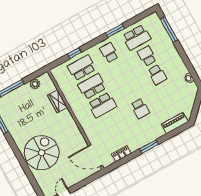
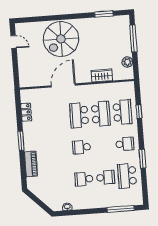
school desk: (140, 108) -> (82, 147), moved
piano: (175, 123) -> (31, 164), moved
spiral stairs: (42, 153) -> (61, 39), turned 90
door: (95, 156) -> (63, 85), moved

